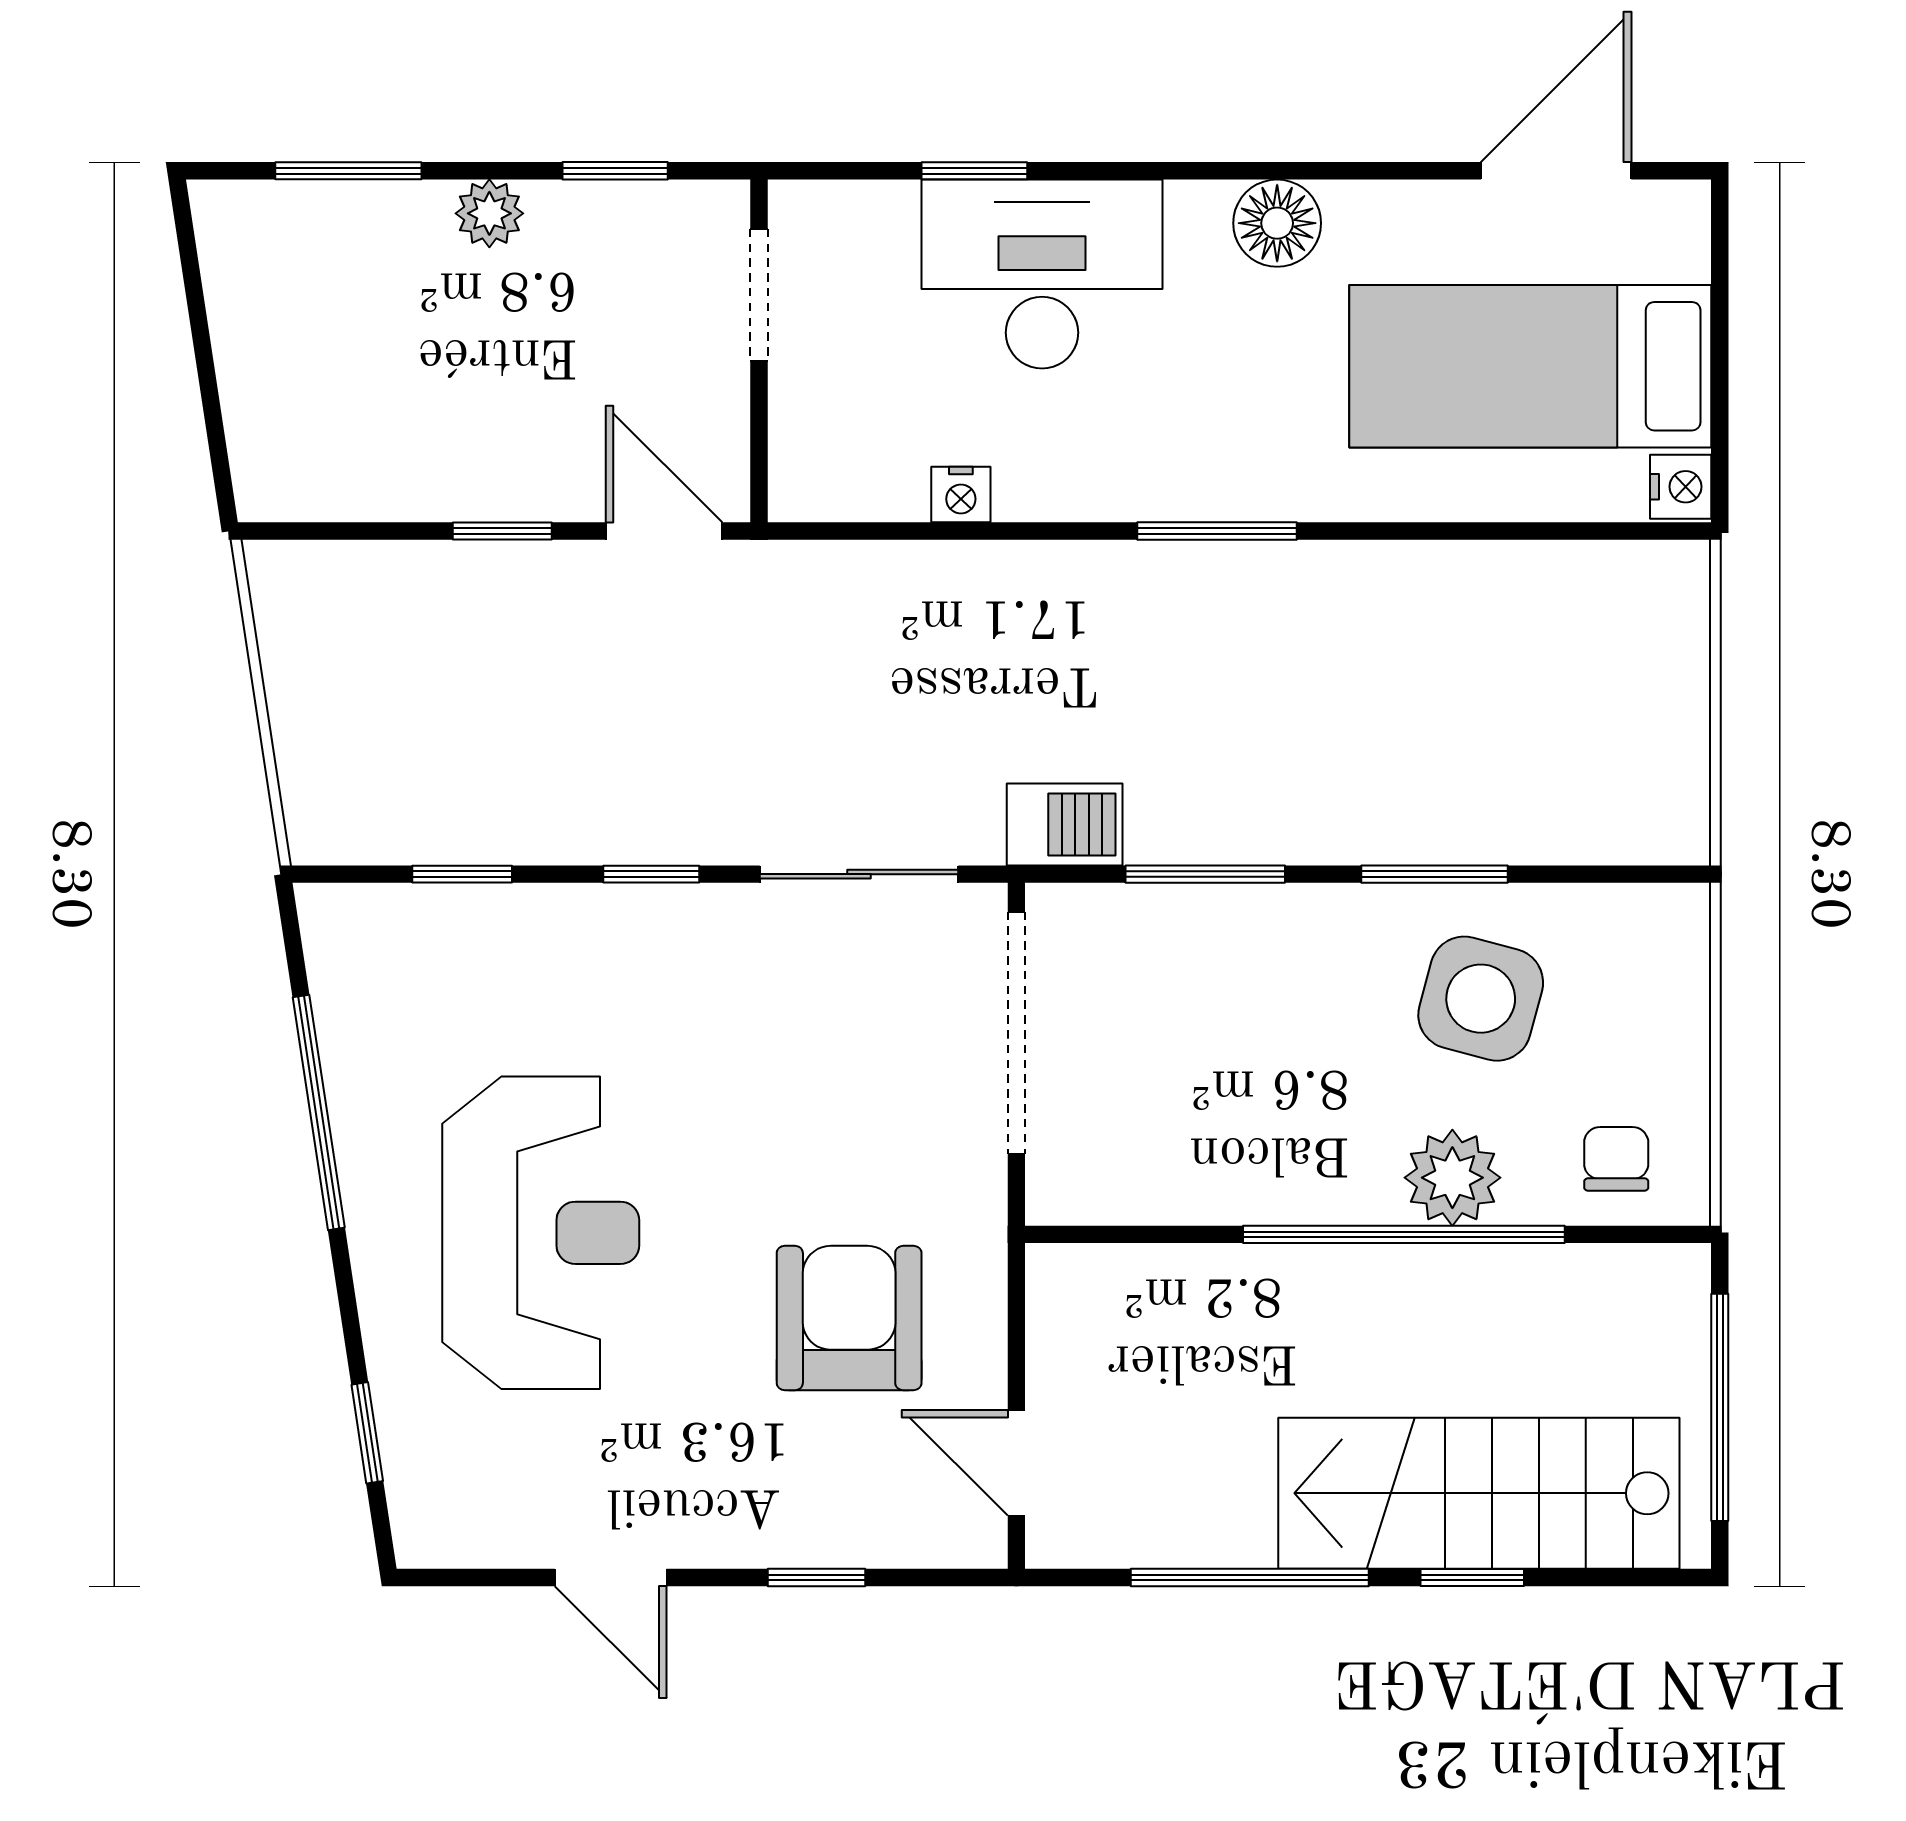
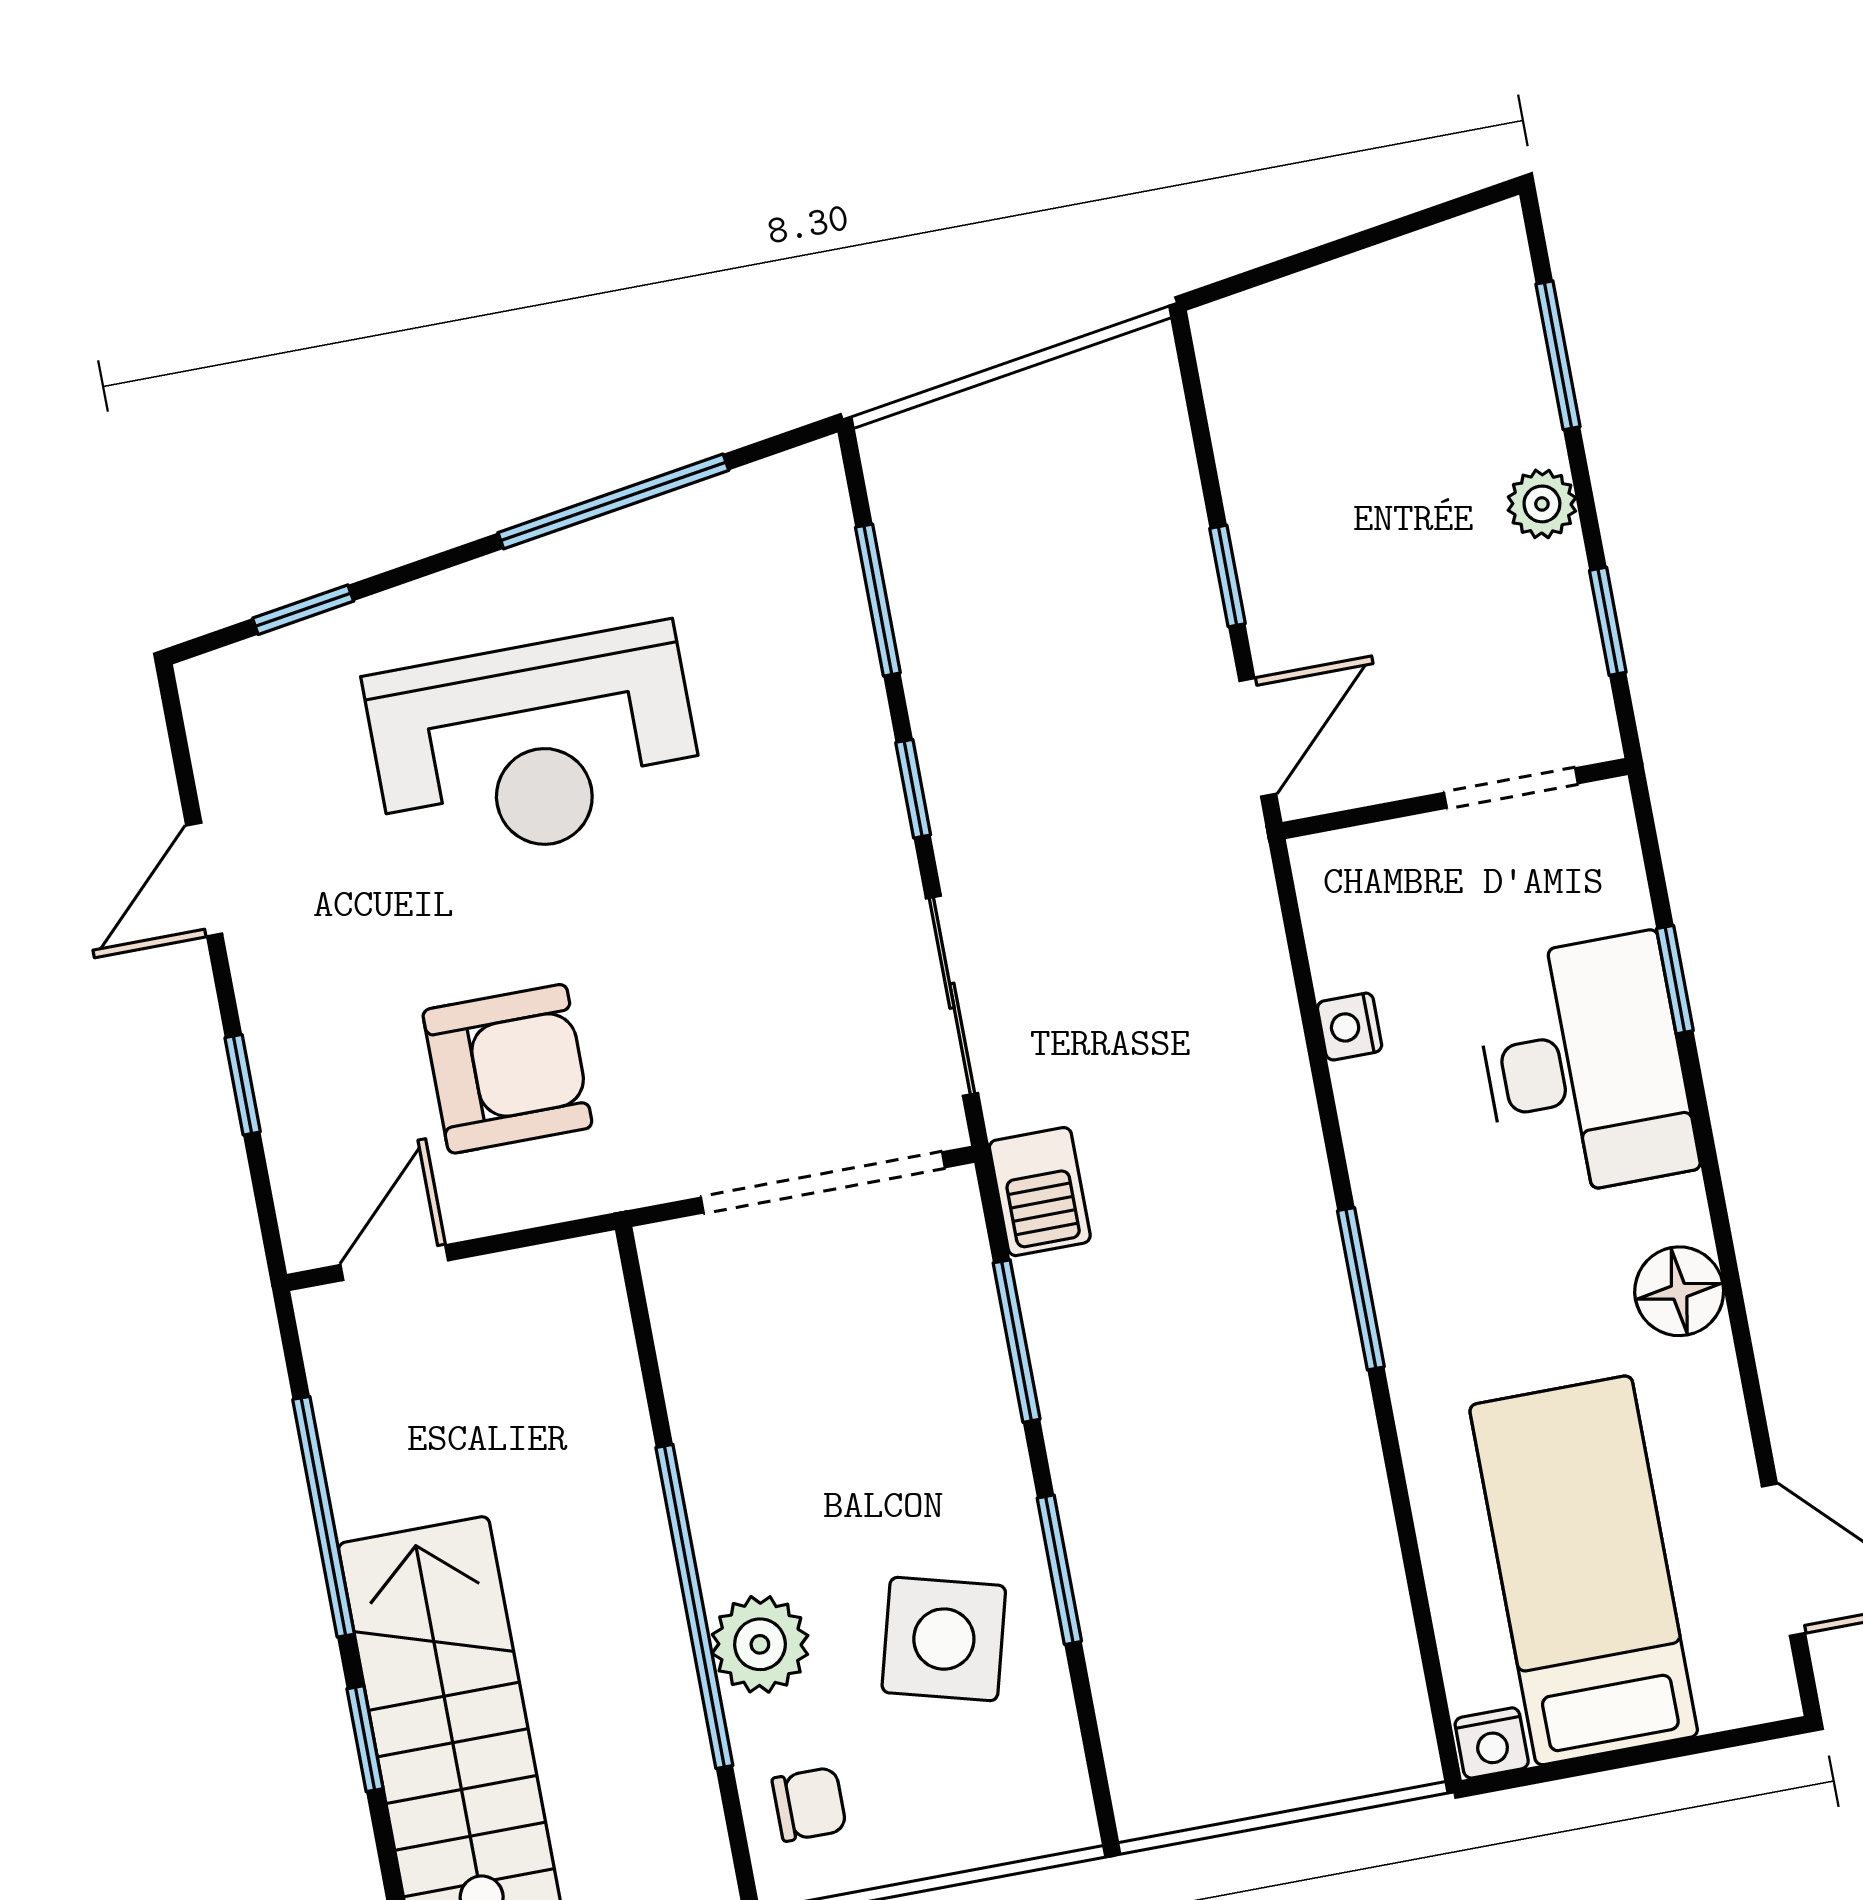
window: (462, 874) -> (878, 600), width x1.50

